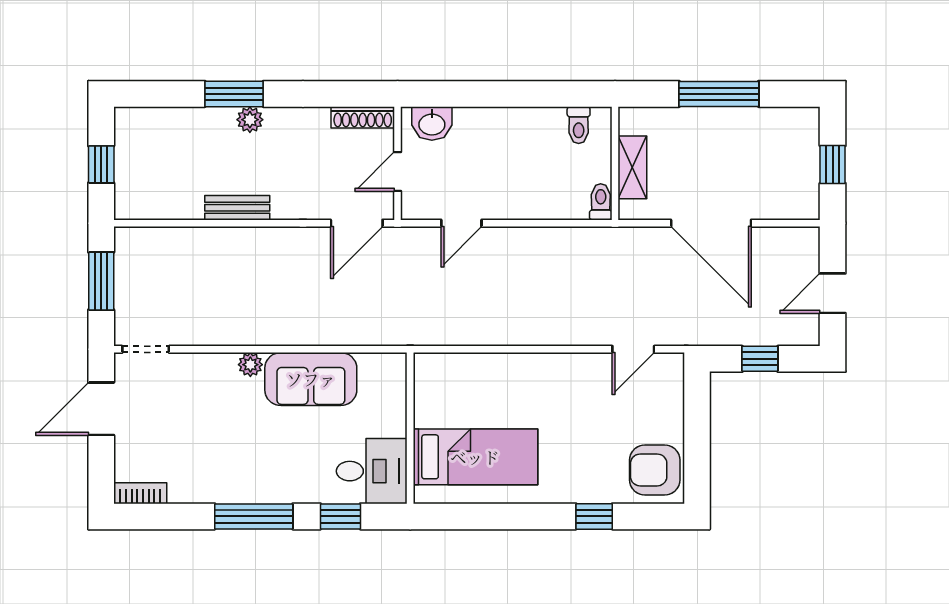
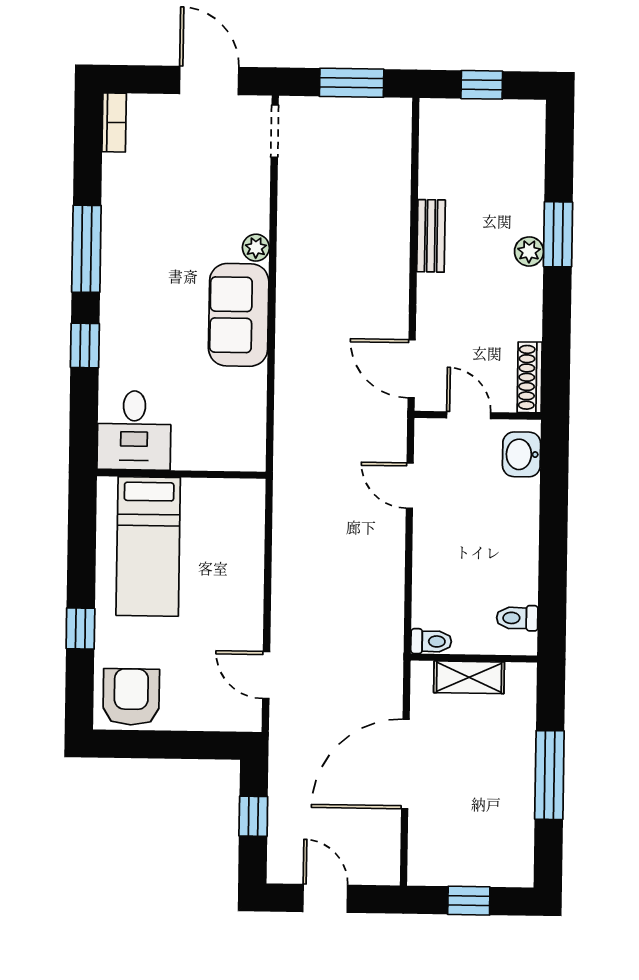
wall: (410, 428) -> (181, 474), moved
bed: (475, 457) -> (148, 546), moved
desk: (372, 471) -> (134, 430), moved

